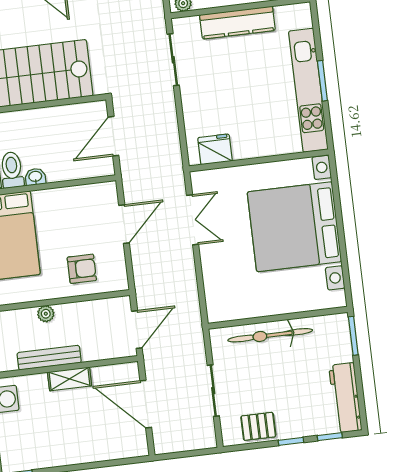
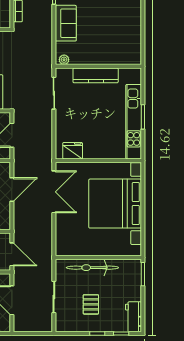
double door: (193, 220) -> (54, 192), width x1.37
door: (137, 330) -> (12, 254), hinge flipped
workbench: (345, 398) -> (133, 317), width x0.73
pallet: (258, 426) -> (91, 304), moved, turned 90

